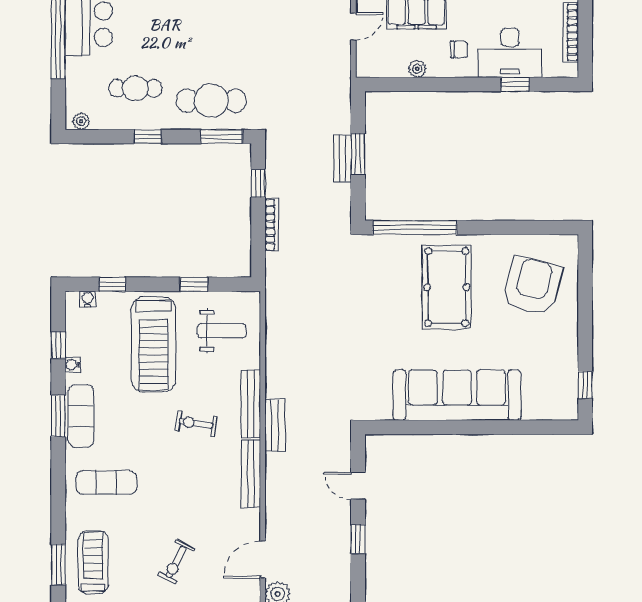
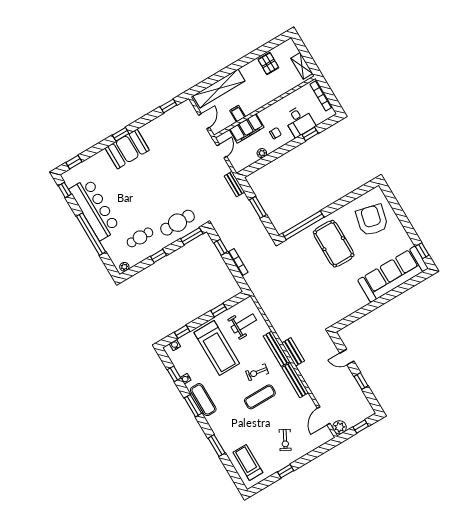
desk: (510, 53) -> (299, 121), width x0.73
bench: (342, 159) -> (234, 184), moved
sofa: (457, 395) -> (393, 274), moved
exercise mat: (106, 482) -> (260, 397), moved
window: (58, 565) -> (217, 446), moved

